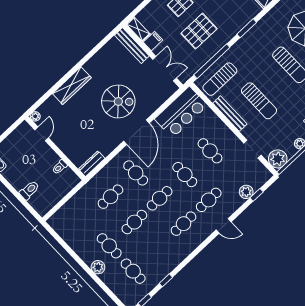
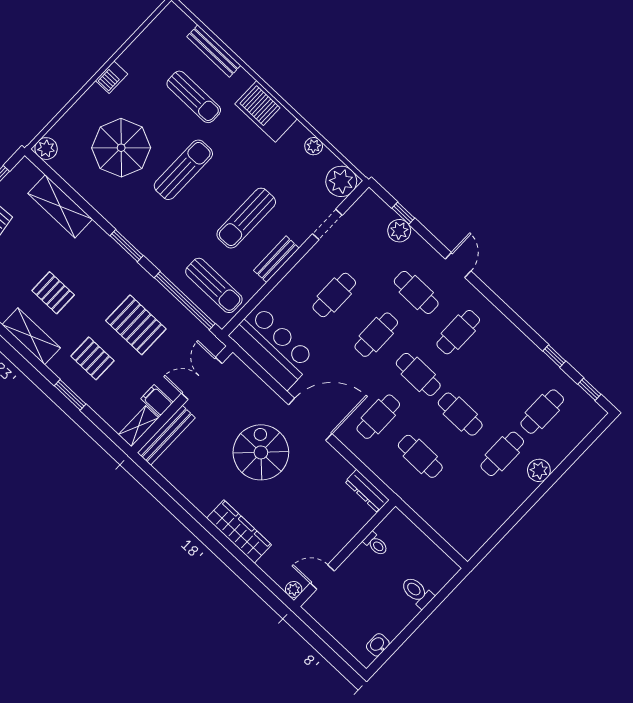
sun lounger: (259, 101) -> (246, 218), turned 180
bench: (230, 114) -> (276, 259), width x0.73
cafe table: (183, 224) -> (458, 332), turned 90

